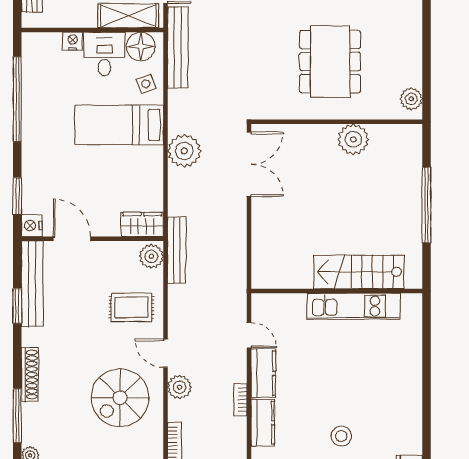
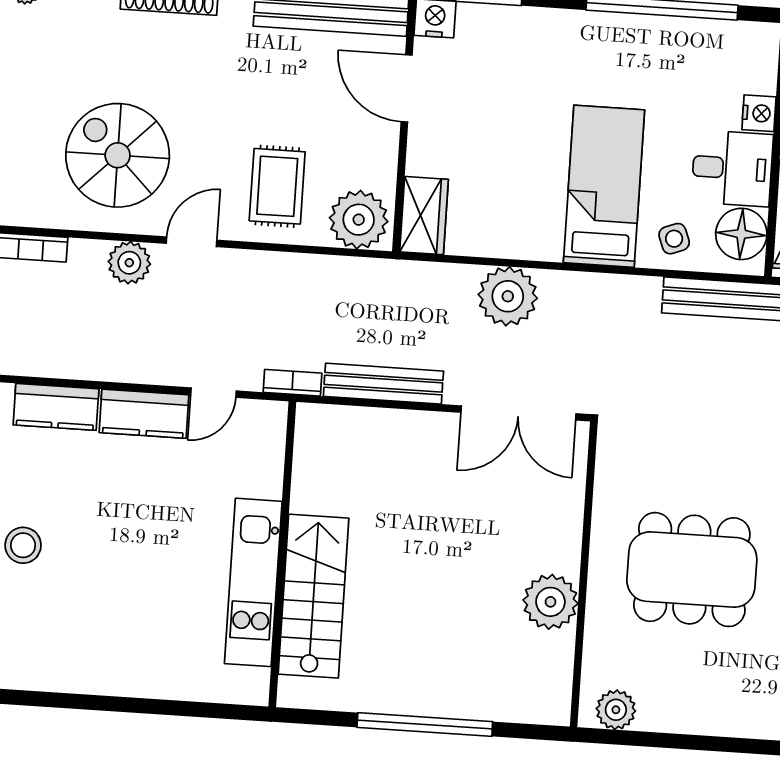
plant: (184, 151) -> (508, 296), moved
door: (72, 239) -> (407, 88), swing flipped
bench: (177, 250) -> (383, 384), moved
plant: (151, 256) -> (359, 220), width x1.36, depth x1.36
bookcase: (240, 400) -> (292, 383), moved

